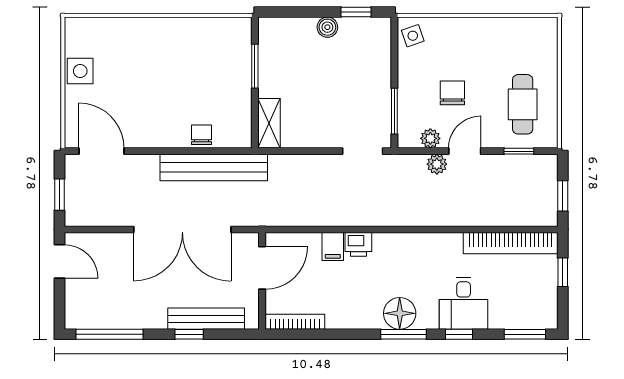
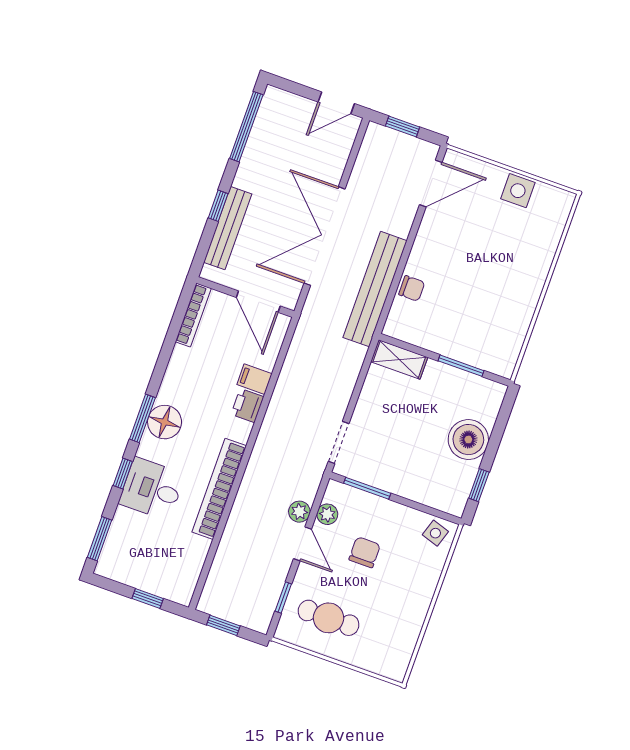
boiler: (327, 27) -> (468, 440), width x1.86, depth x1.86
side table: (413, 36) -> (435, 533), turned 37
chair: (452, 93) -> (365, 552), turned -90
bookcase: (511, 243) -> (219, 489), moved

